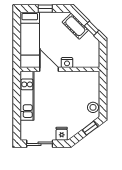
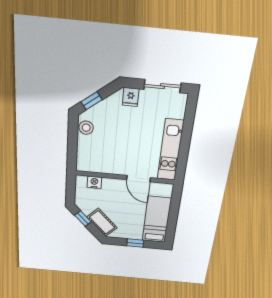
nightstand: (67, 63) -> (94, 182), moved

